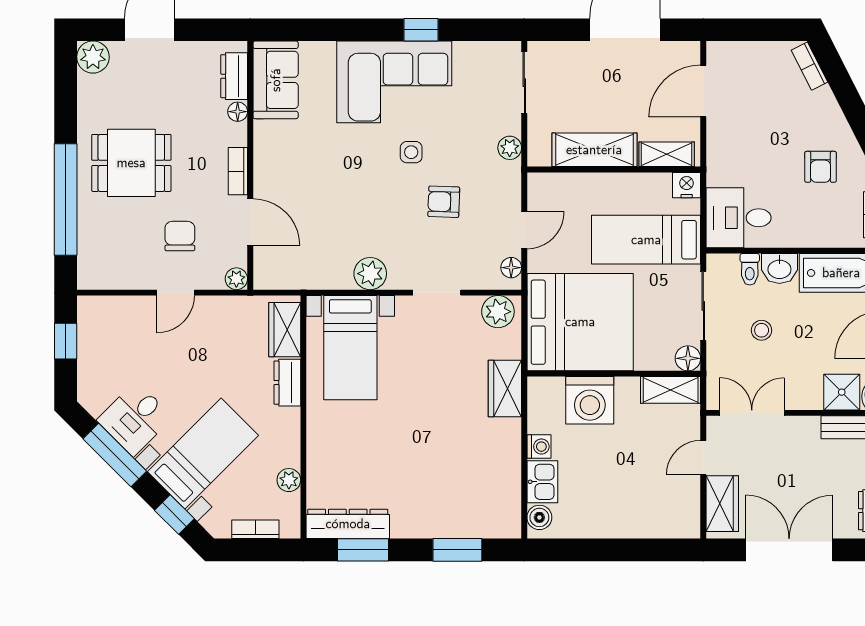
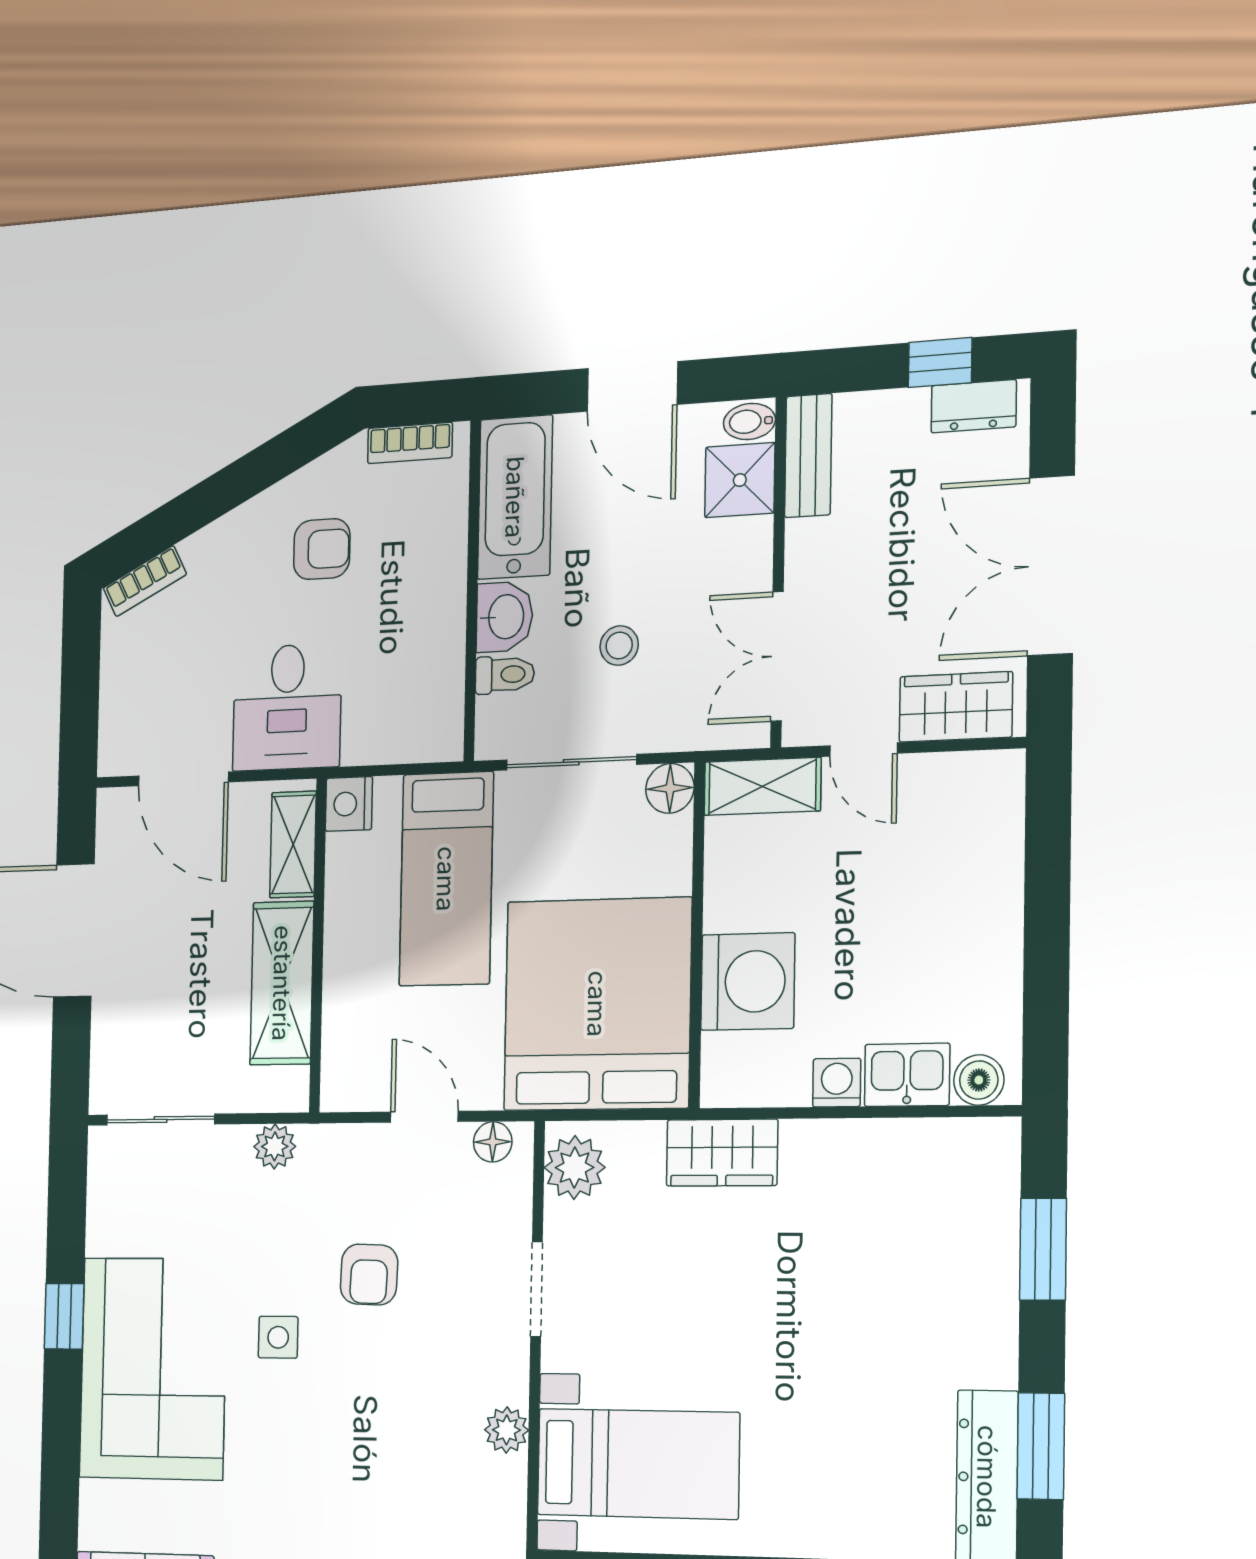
desk: (739, 218) -> (287, 707), moved
plant: (370, 274) -> (507, 1430), width x0.73, depth x0.73
shelving: (671, 390) -> (762, 786), moved, turned 90

